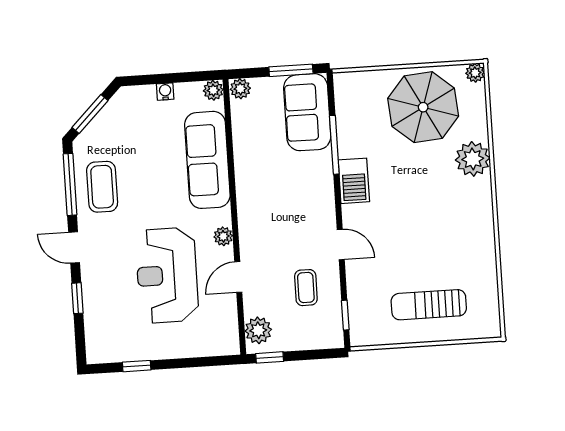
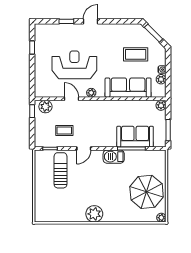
plant: (213, 90) -> (161, 79), moved
sofa: (307, 112) -> (135, 137), moved
plant: (473, 159) -> (94, 214), moved
window: (70, 184) -> (121, 21), removed
coffee table: (102, 187) -> (136, 54), moved
sun lounger: (429, 305) -> (61, 170), moved

